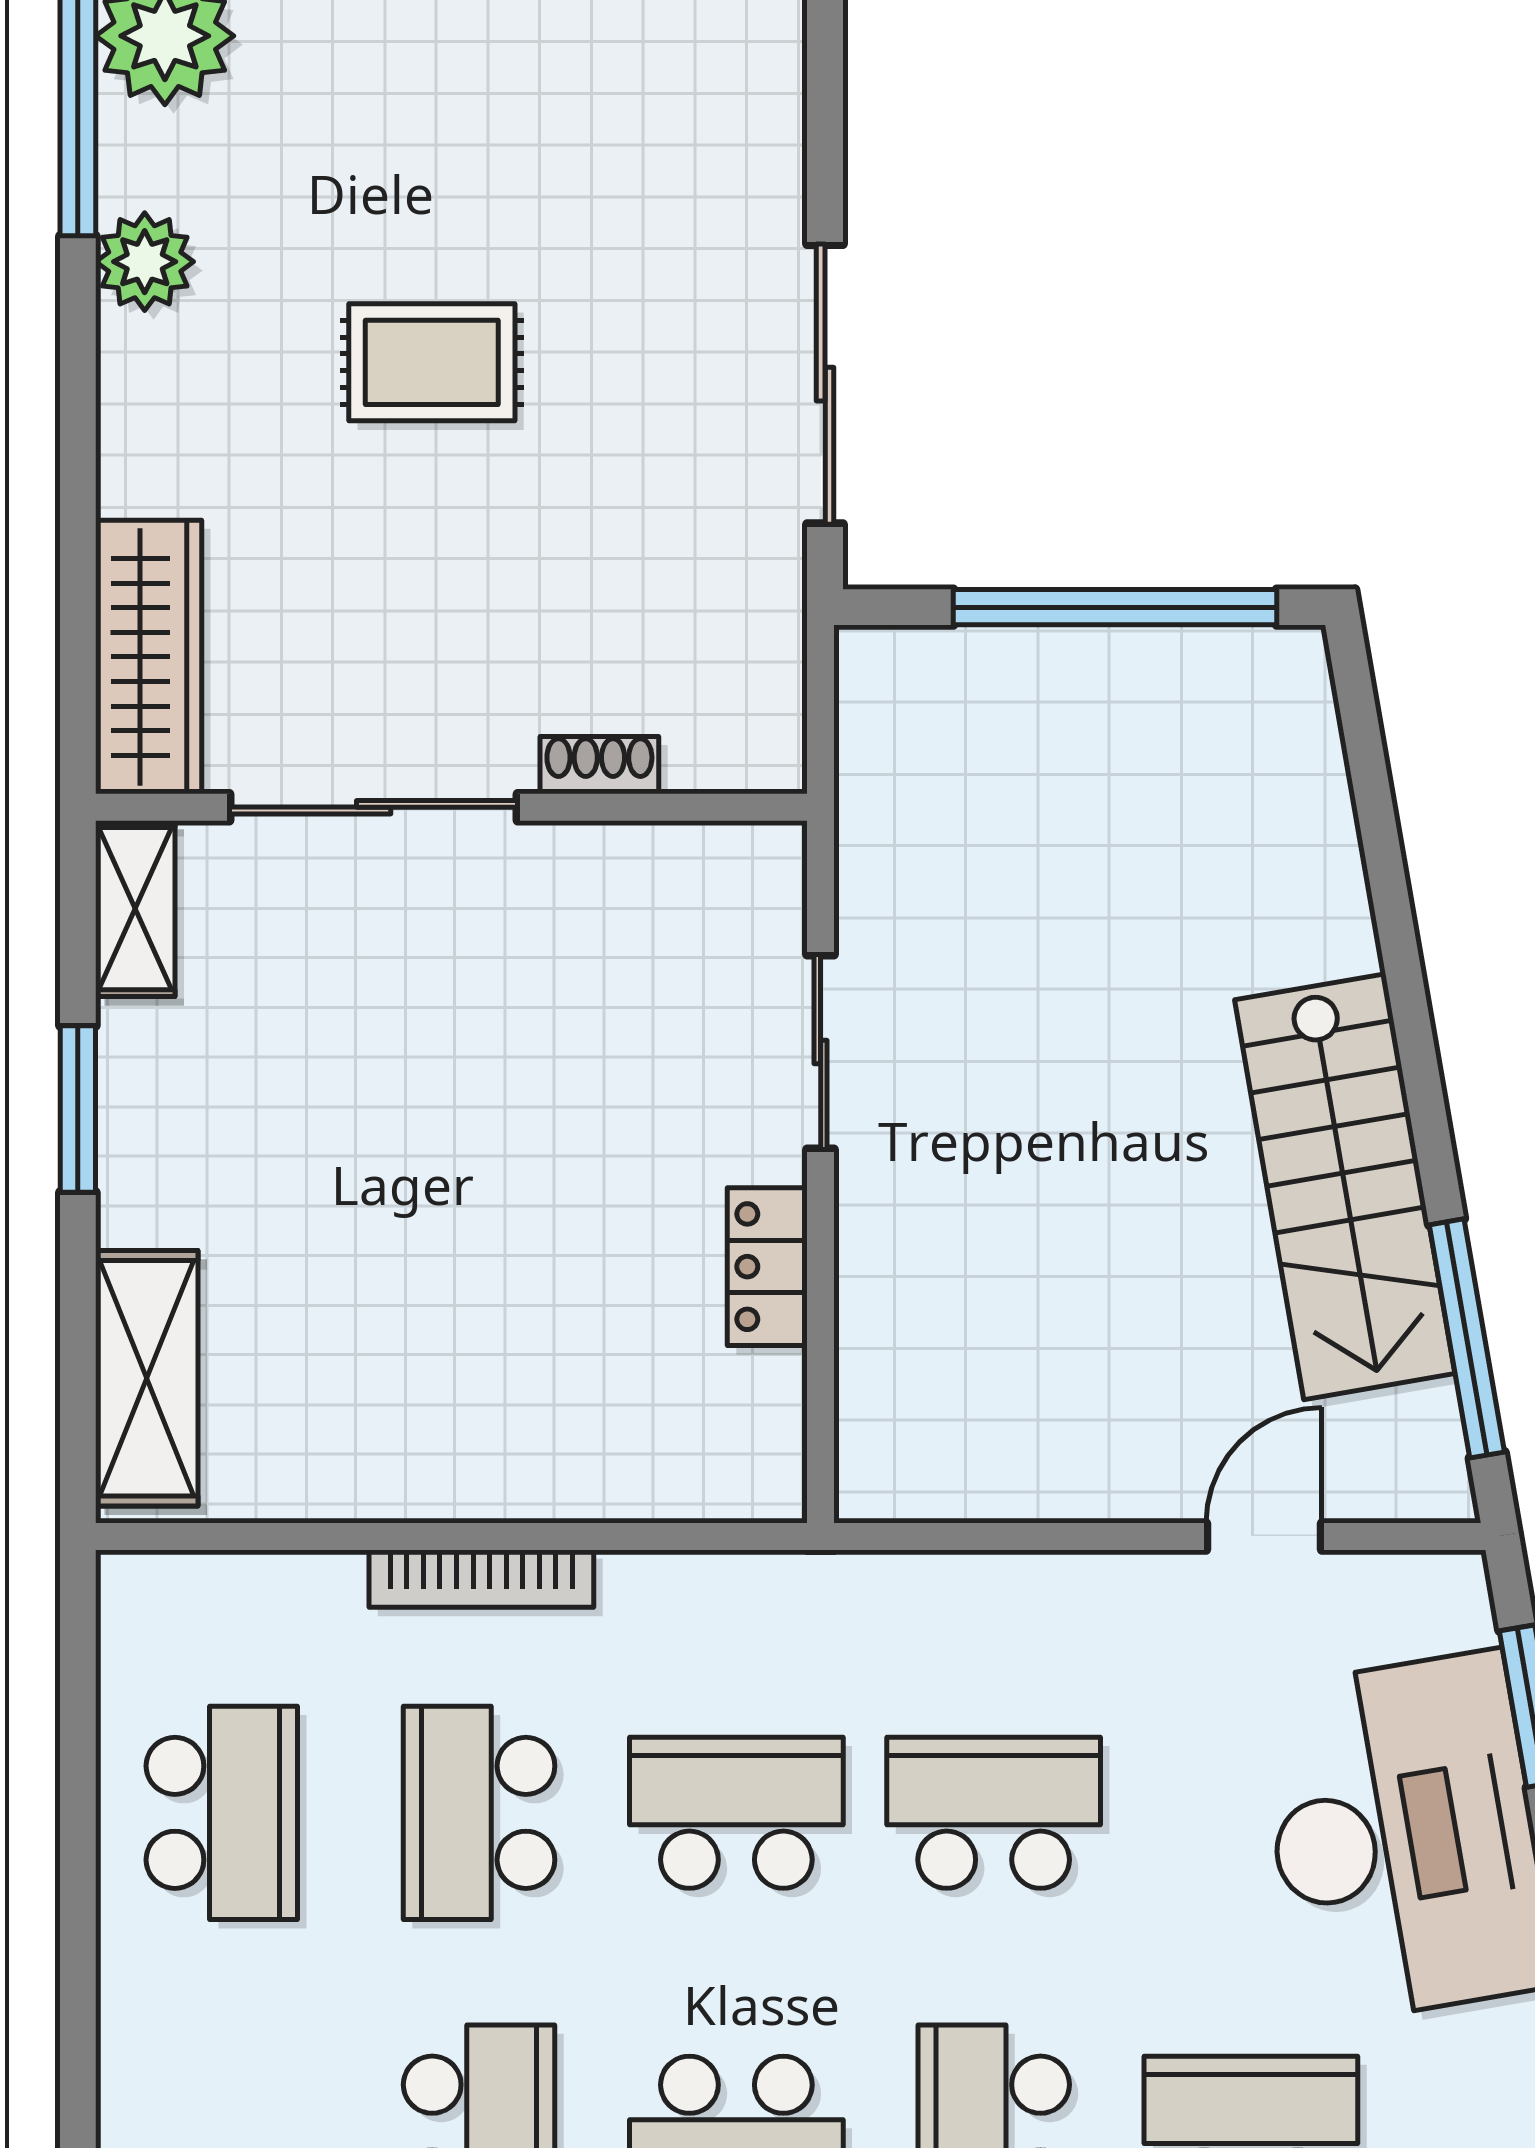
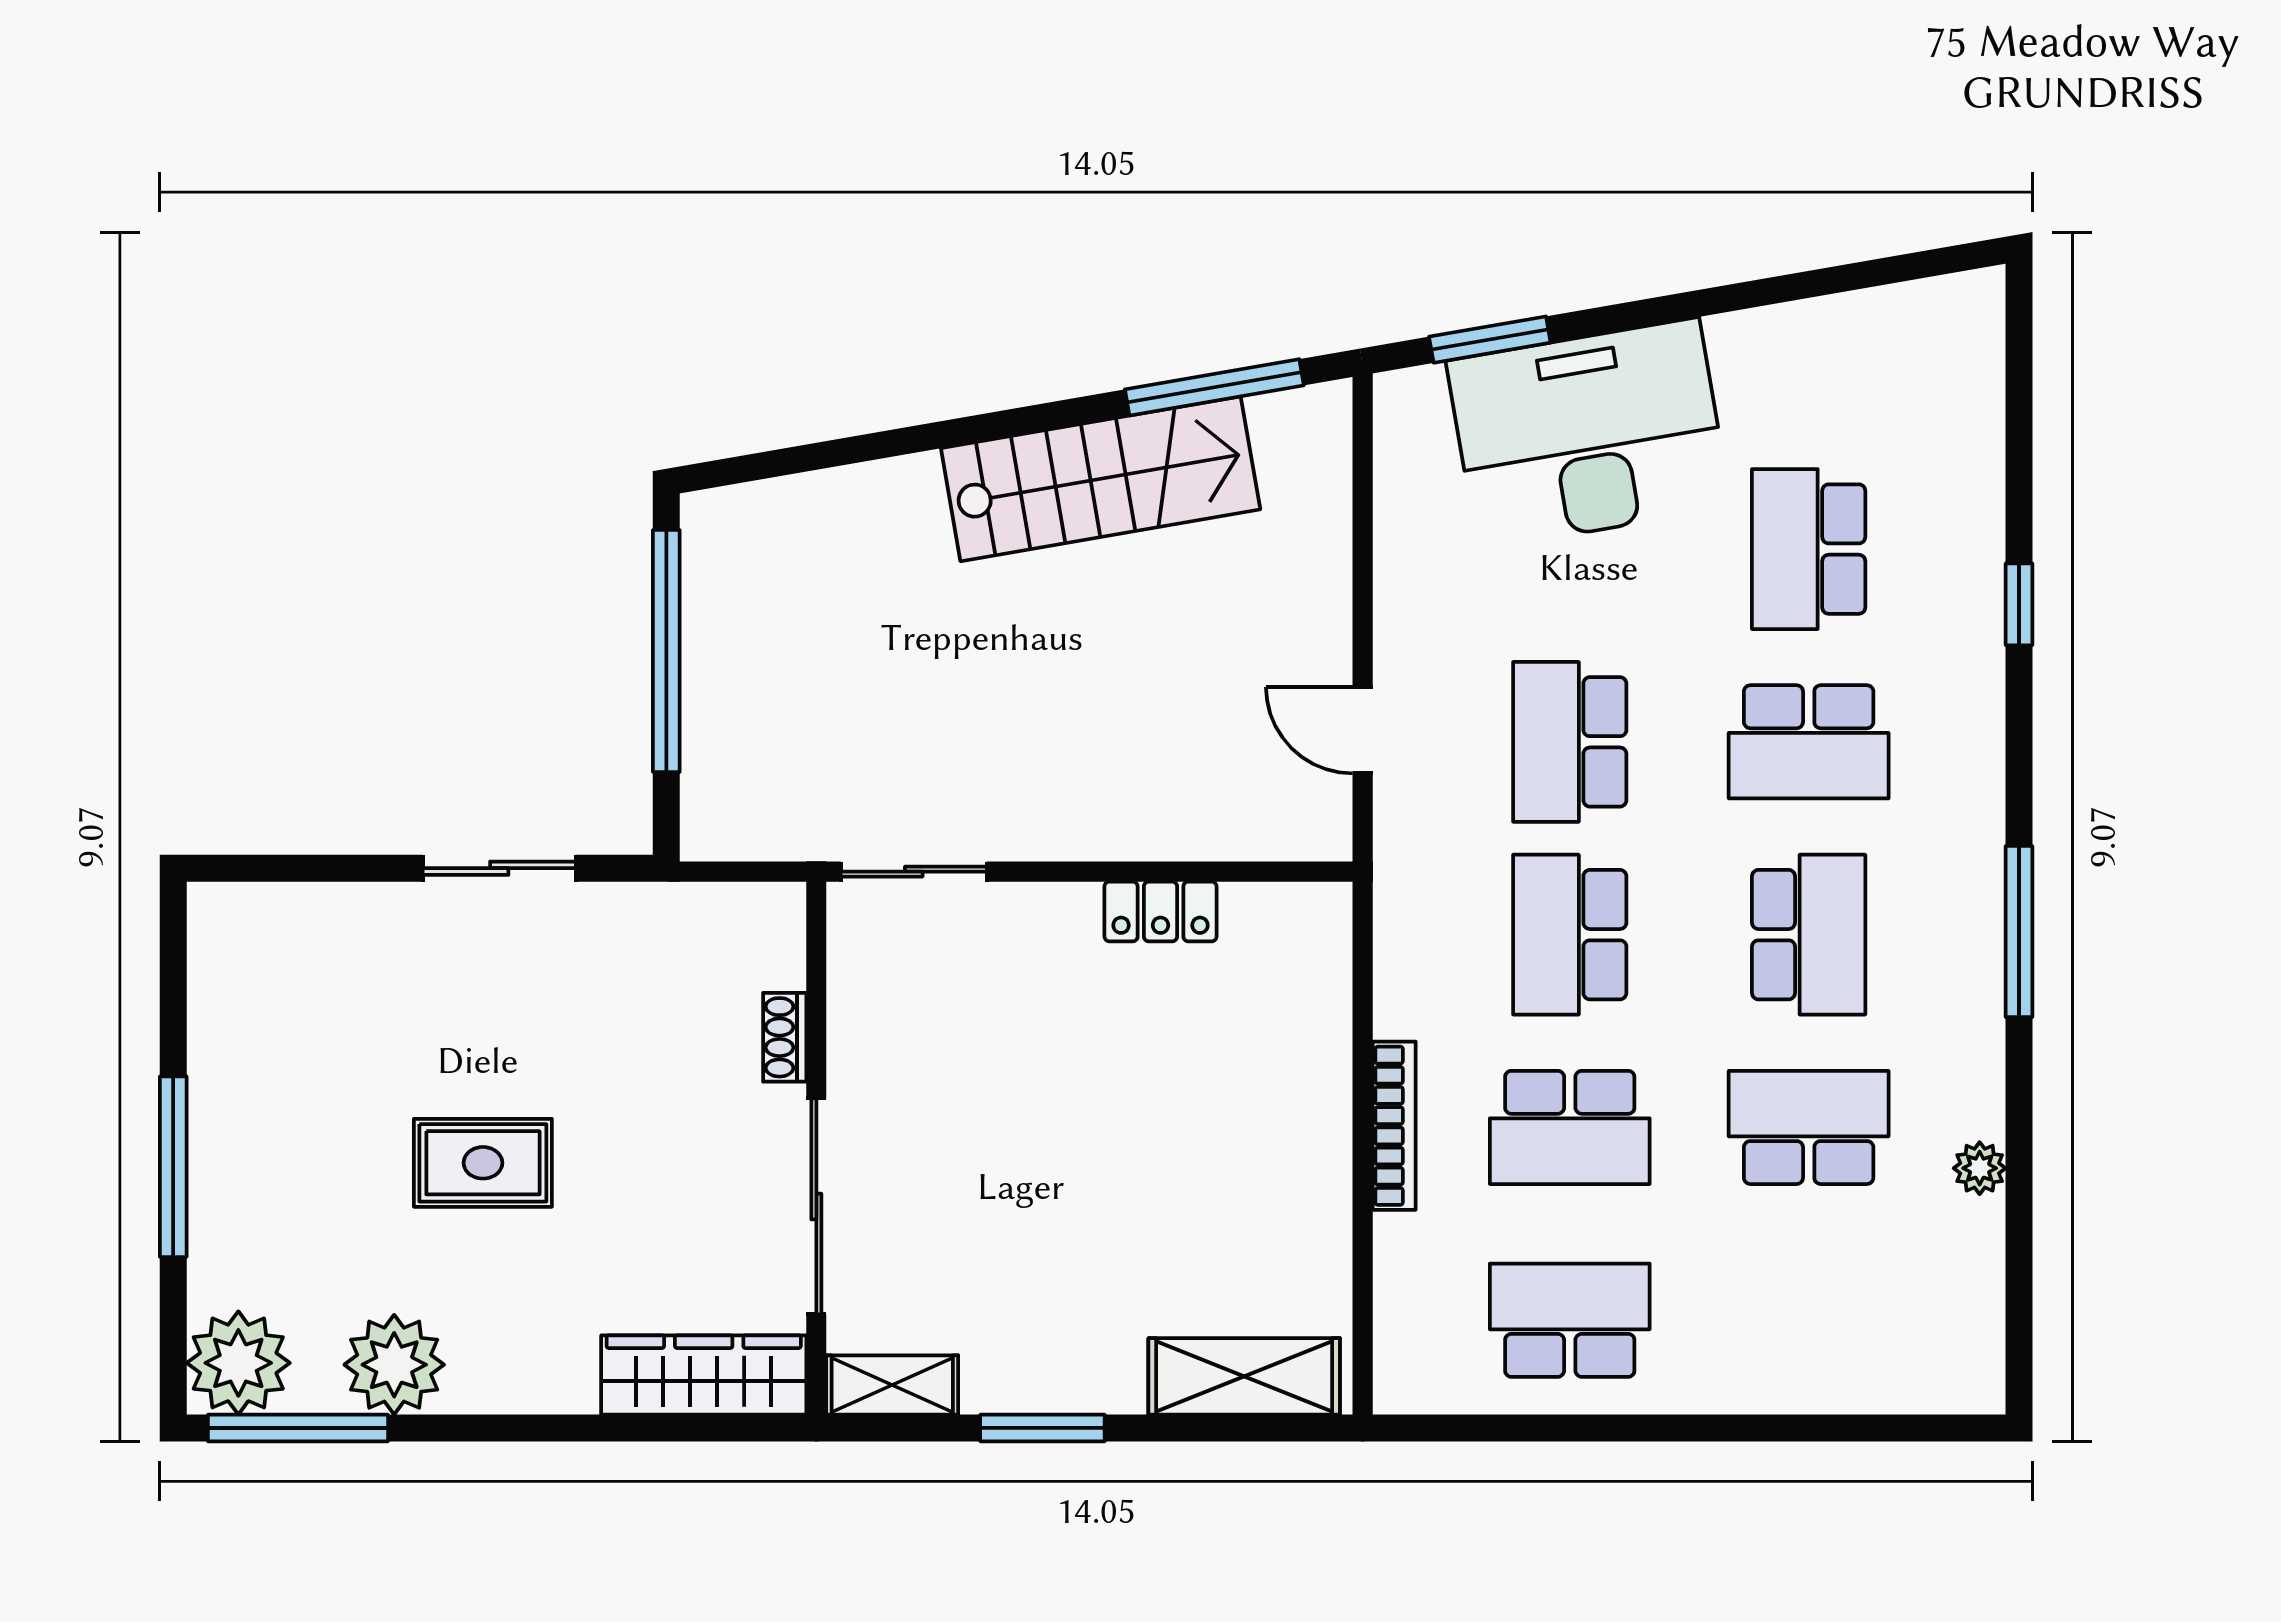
plant: (145, 262) -> (394, 1365), width x1.36, depth x1.36
rug: (432, 362) -> (483, 1163), turned 90
sliding door: (825, 384) -> (499, 868), width x0.73
sliding door: (821, 1052) -> (914, 872), moved
door: (1264, 1536) -> (1363, 730), moved

